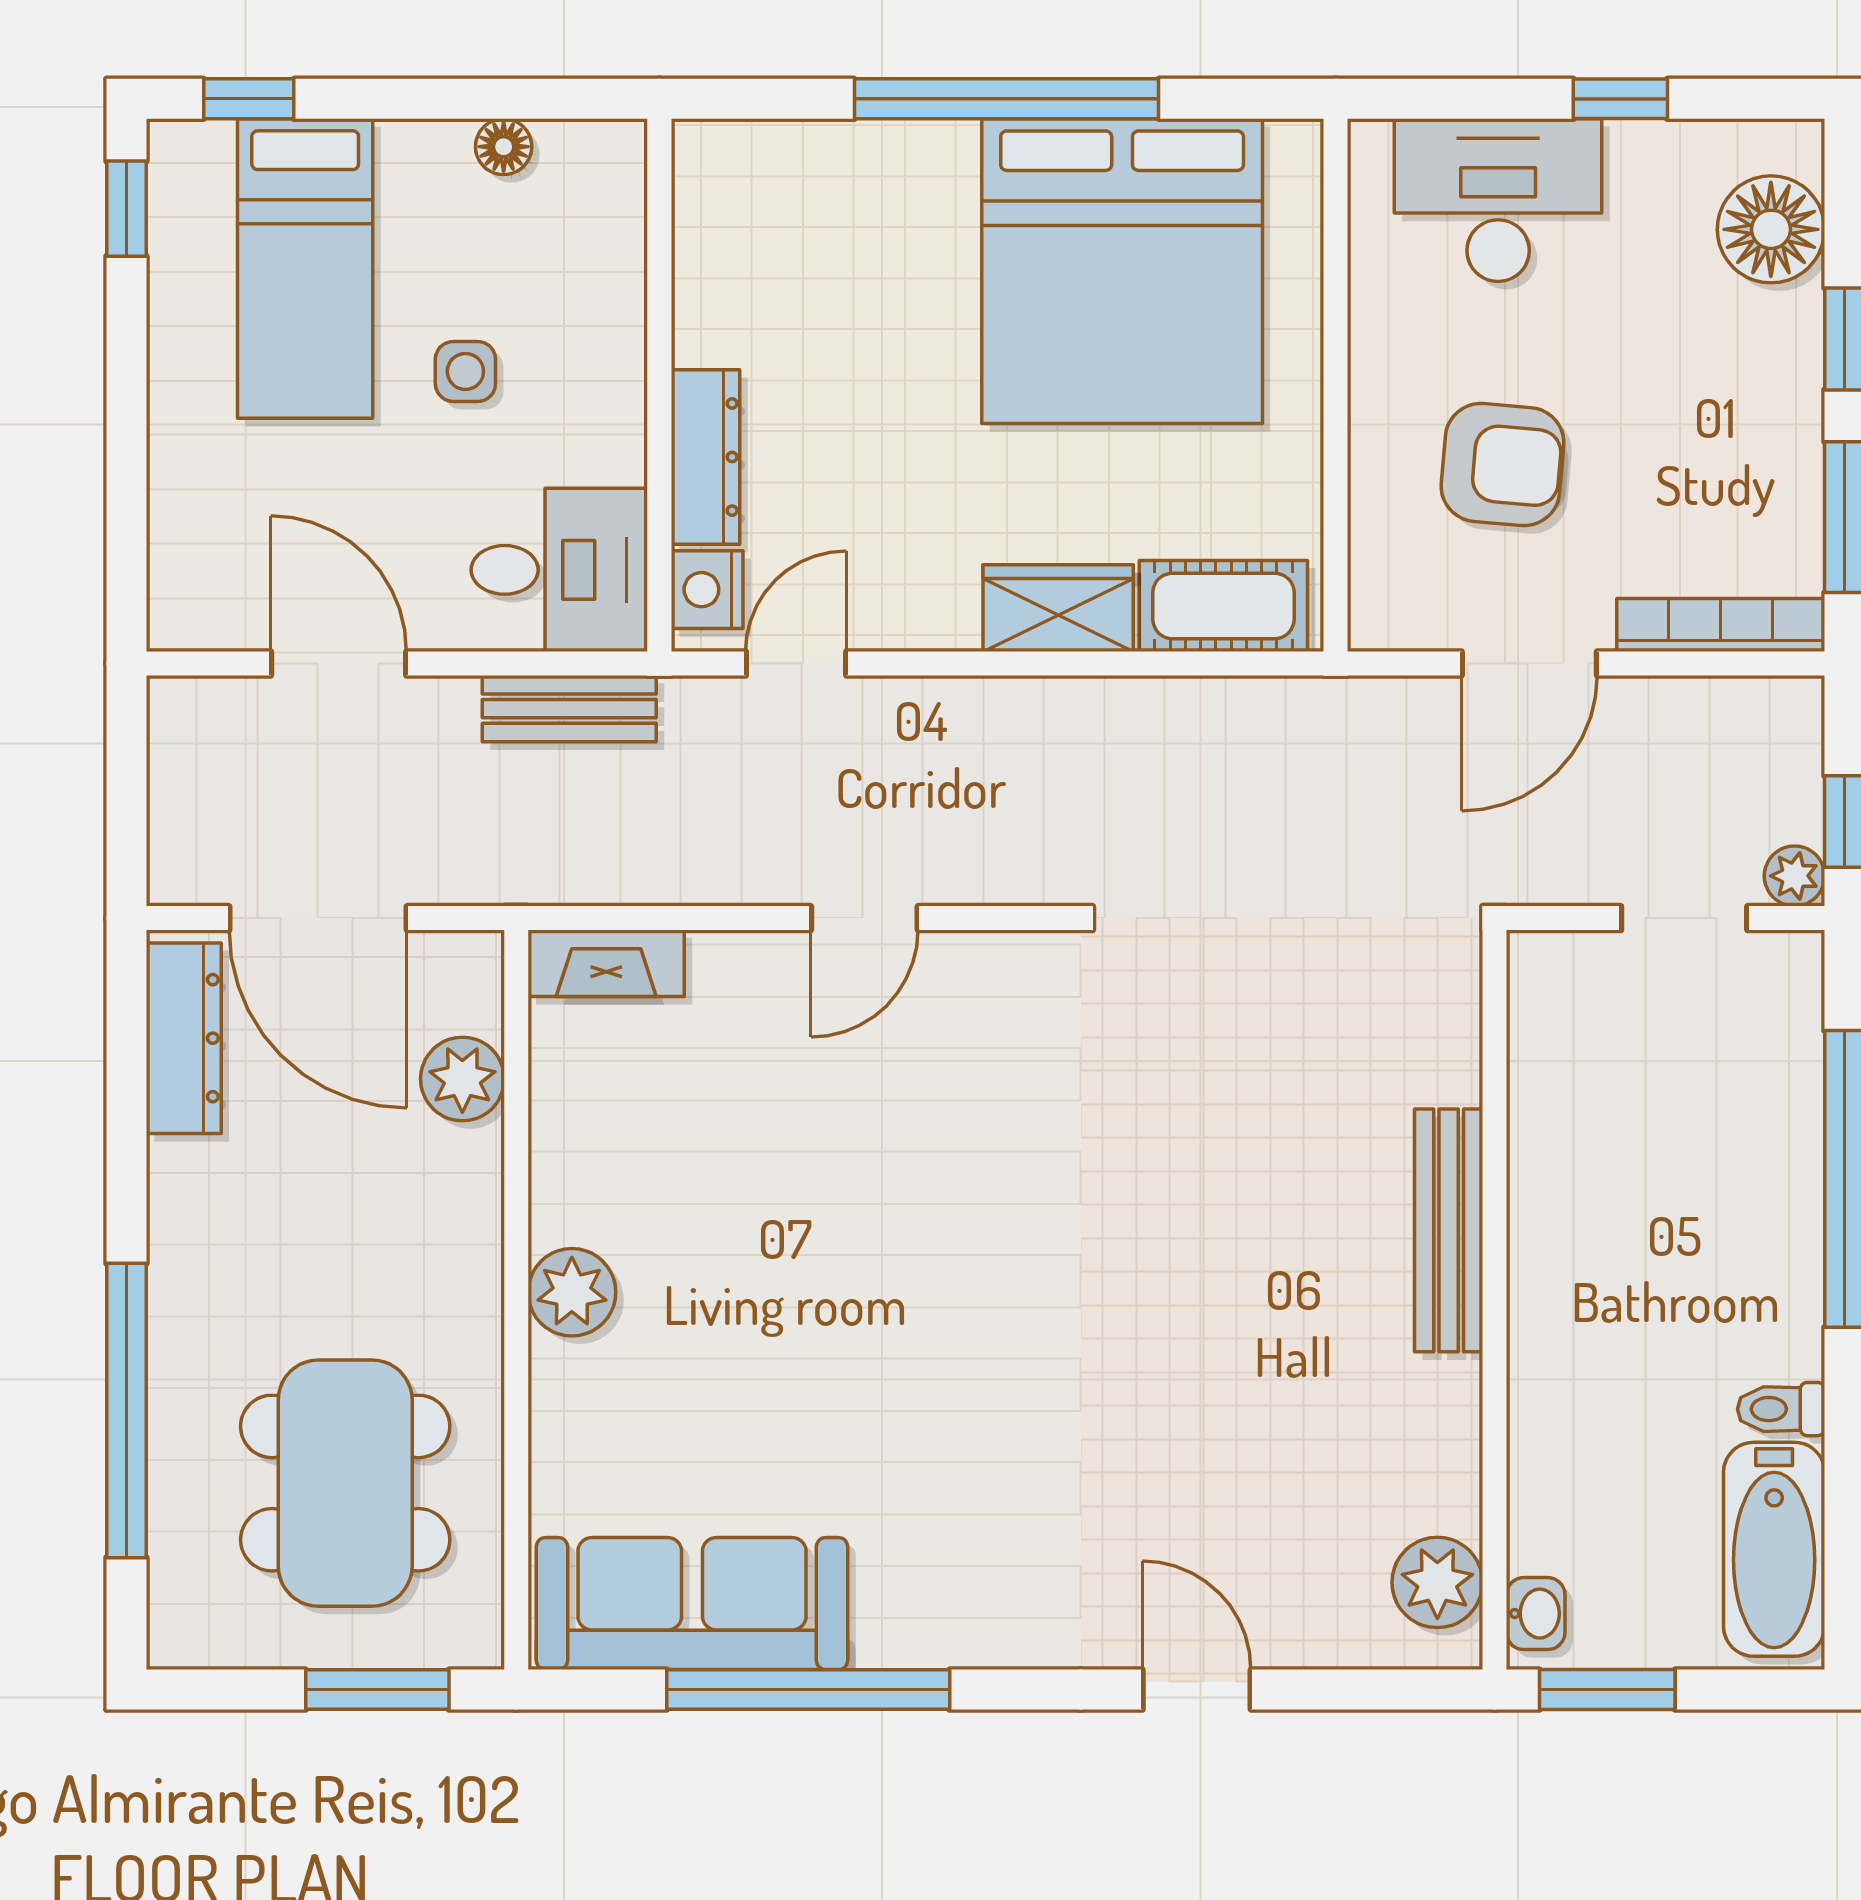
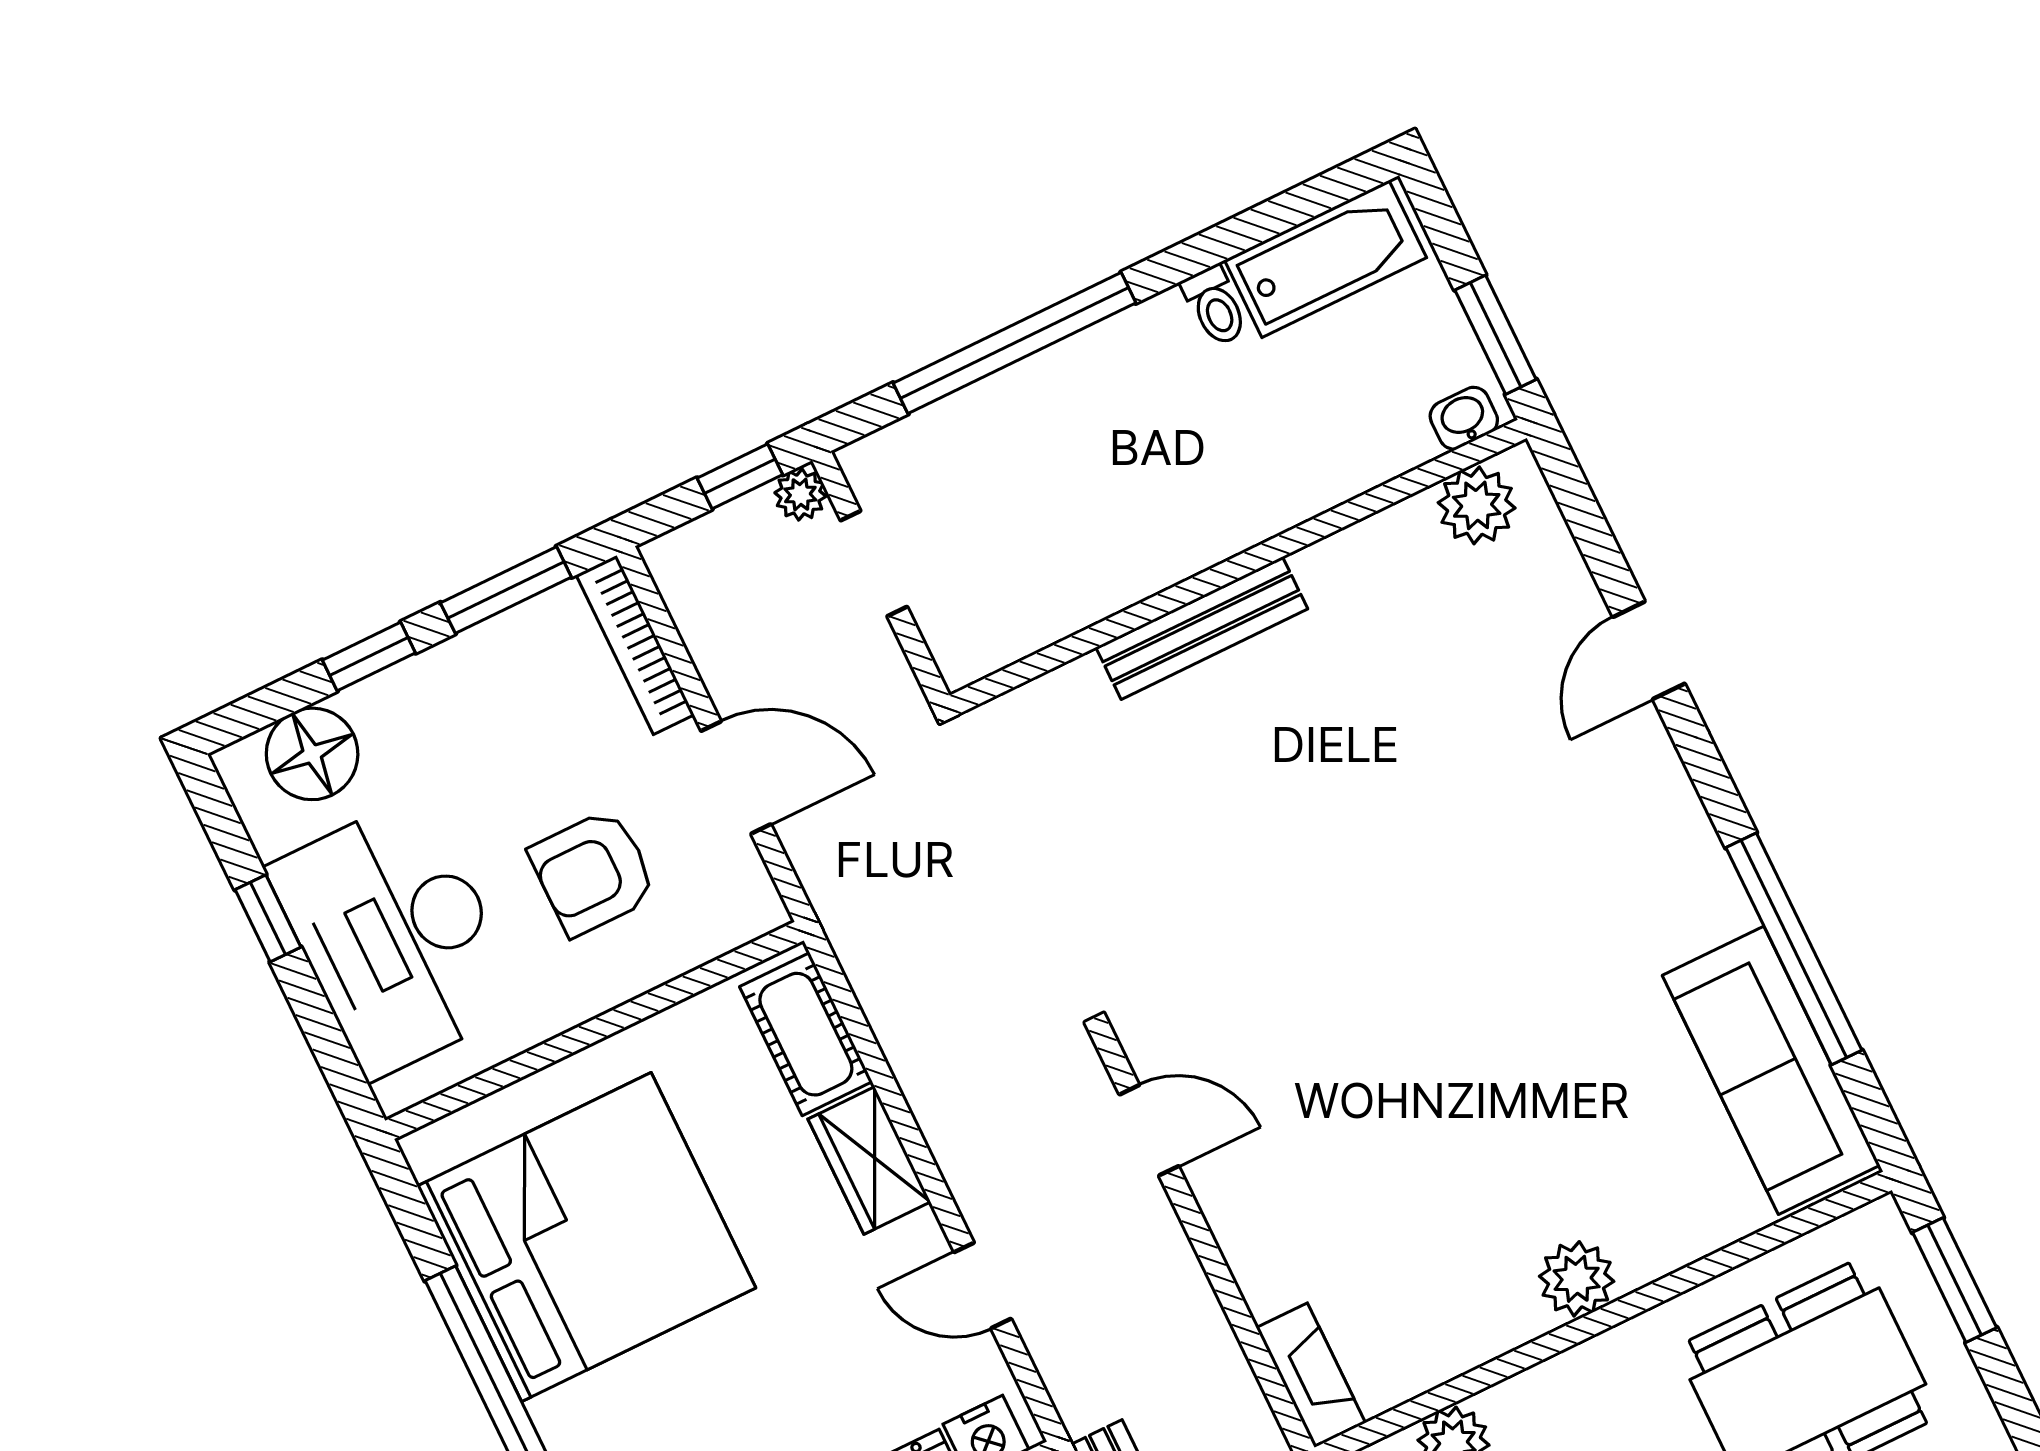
desk: (1498, 200) -> (396, 936), width x1.36, depth x1.30
armchair: (1503, 465) -> (593, 872), turned -95
door: (796, 664) -> (983, 1285), moved
door: (864, 918) -> (1149, 1130), moved

